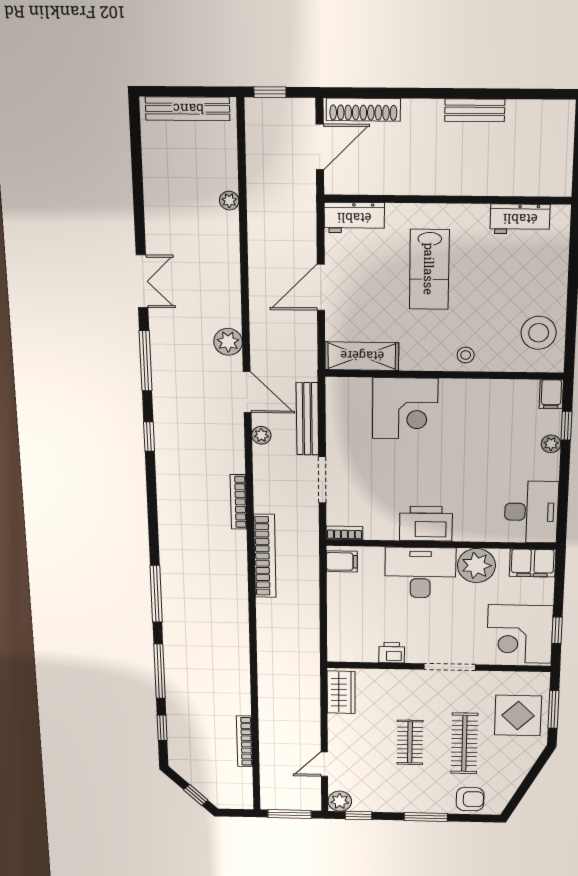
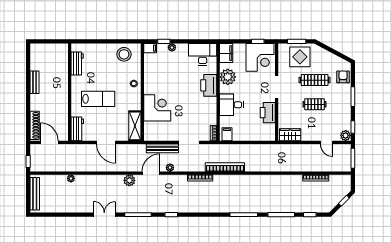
printer: (426, 524) -> (209, 85), moved
desk: (420, 573) -> (232, 105), width x0.73
printer: (392, 653) -> (268, 113), width x1.87, depth x1.48

